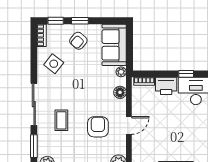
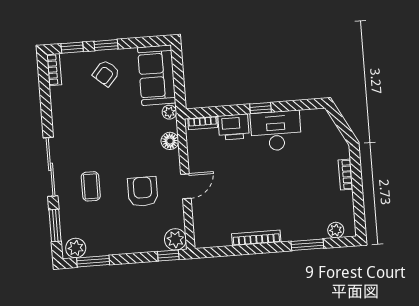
side table: (54, 64) -> (74, 108), removed

